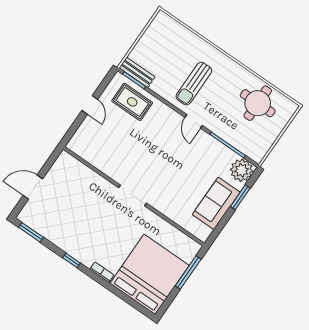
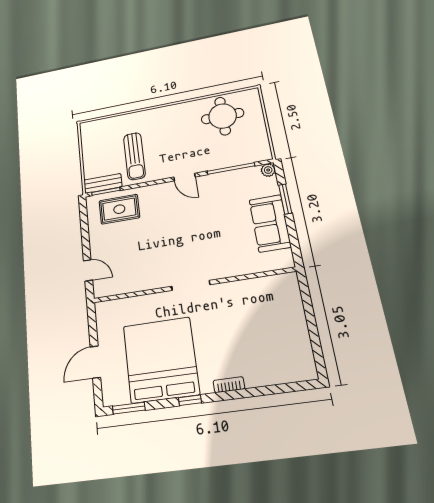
sun lounger: (194, 84) -> (134, 156), moved
door: (90, 105) -> (88, 270), moved
plant: (242, 170) -> (268, 170), width x0.53, depth x0.53
window: (188, 272) -> (308, 308), removed
bed: (150, 274) -> (161, 360), moved

